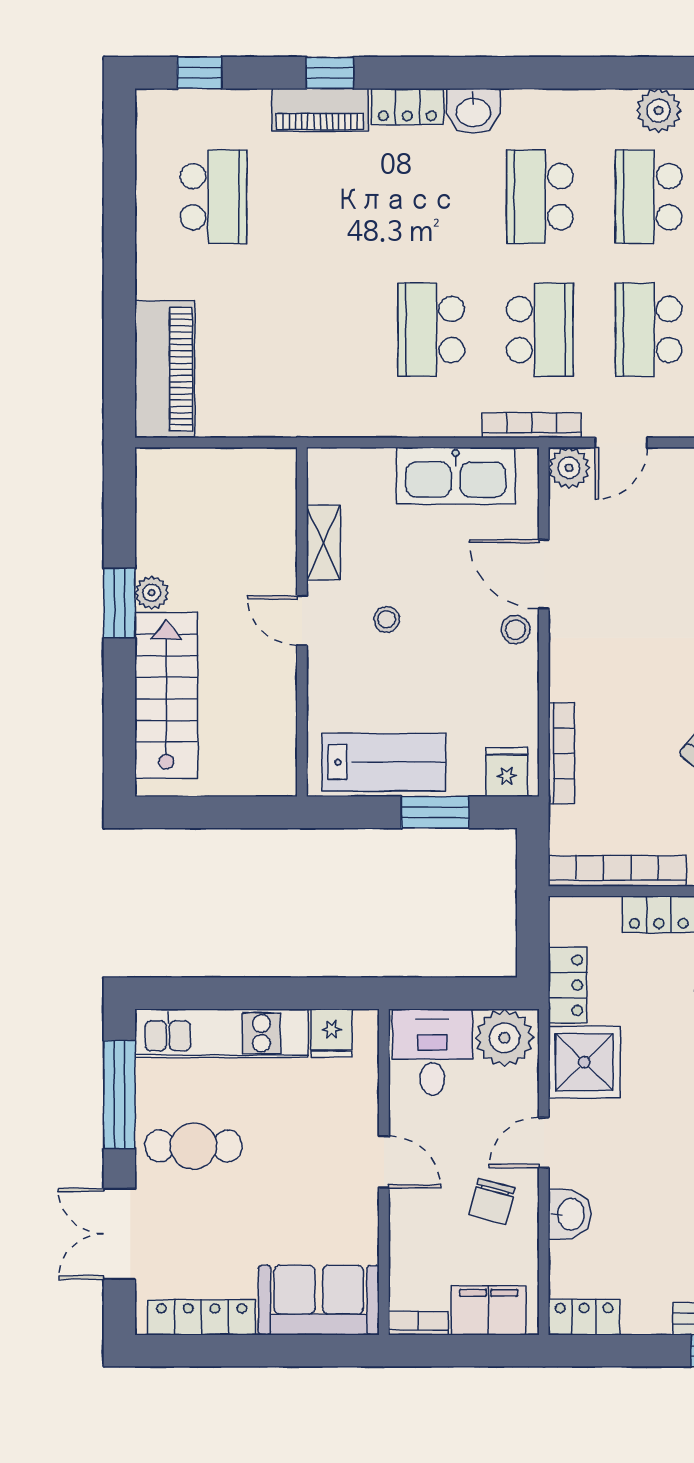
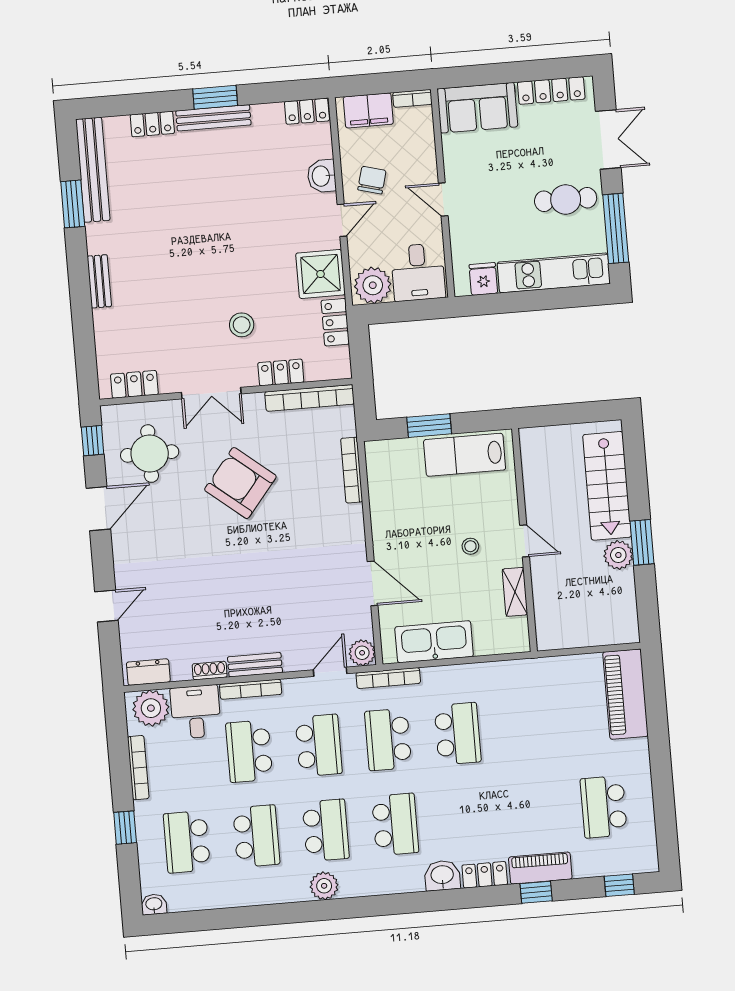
plant: (152, 593) -> (618, 555), width x1.38, depth x1.38
stool: (516, 630) -> (388, 547), removed
fridge: (507, 772) -> (386, 455), removed

